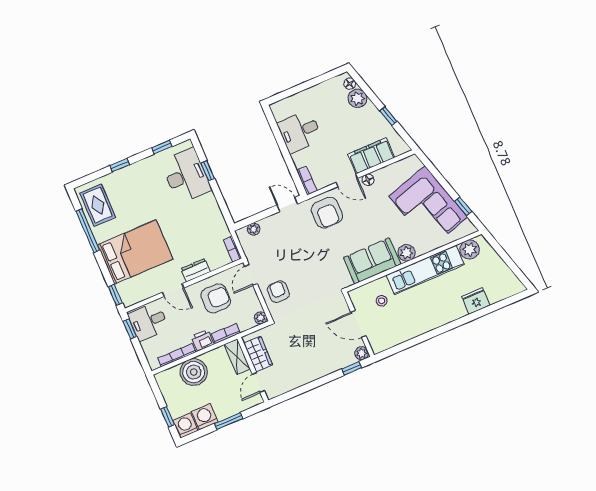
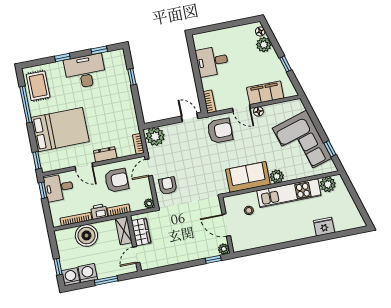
desk: (186, 176) -> (85, 71), moved, turned -90
armchair: (327, 213) -> (220, 131), turned -90
plant: (254, 229) -> (155, 137), width x1.88, depth x1.88

